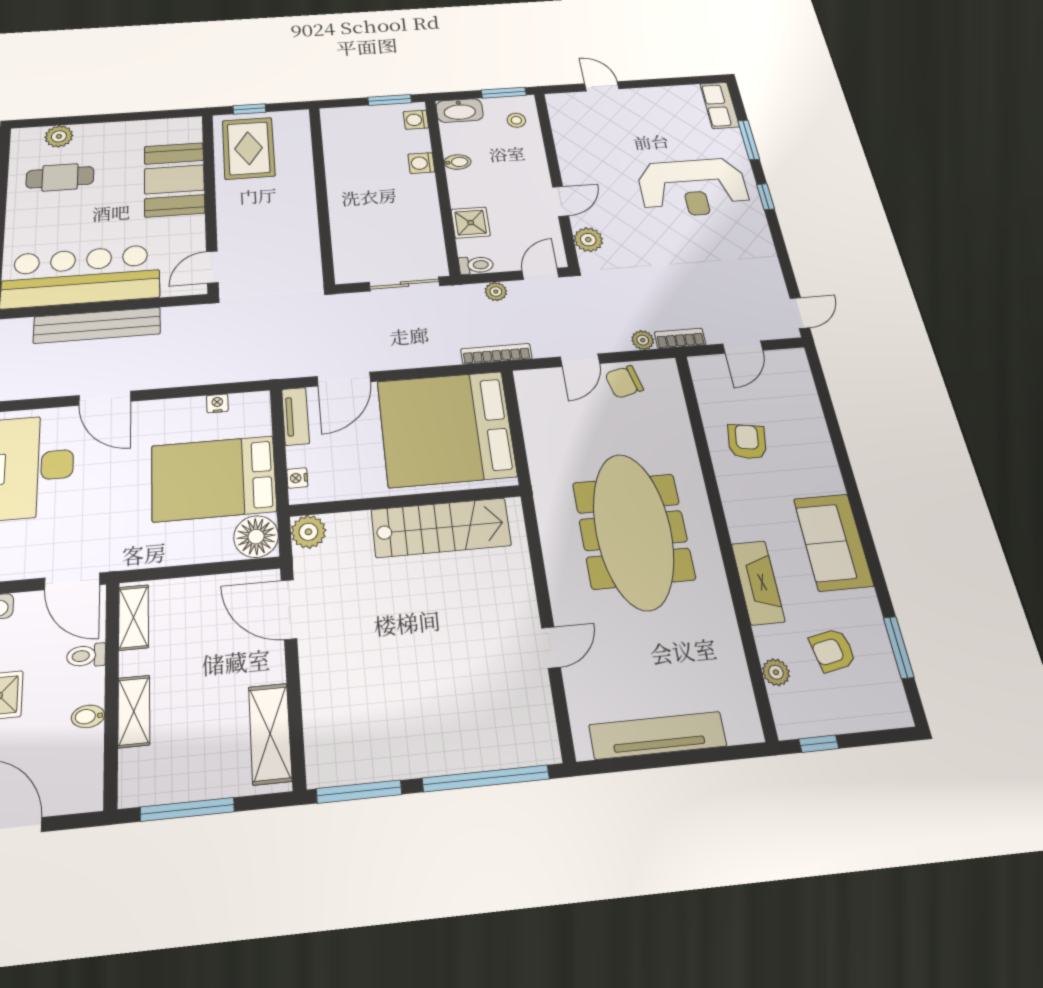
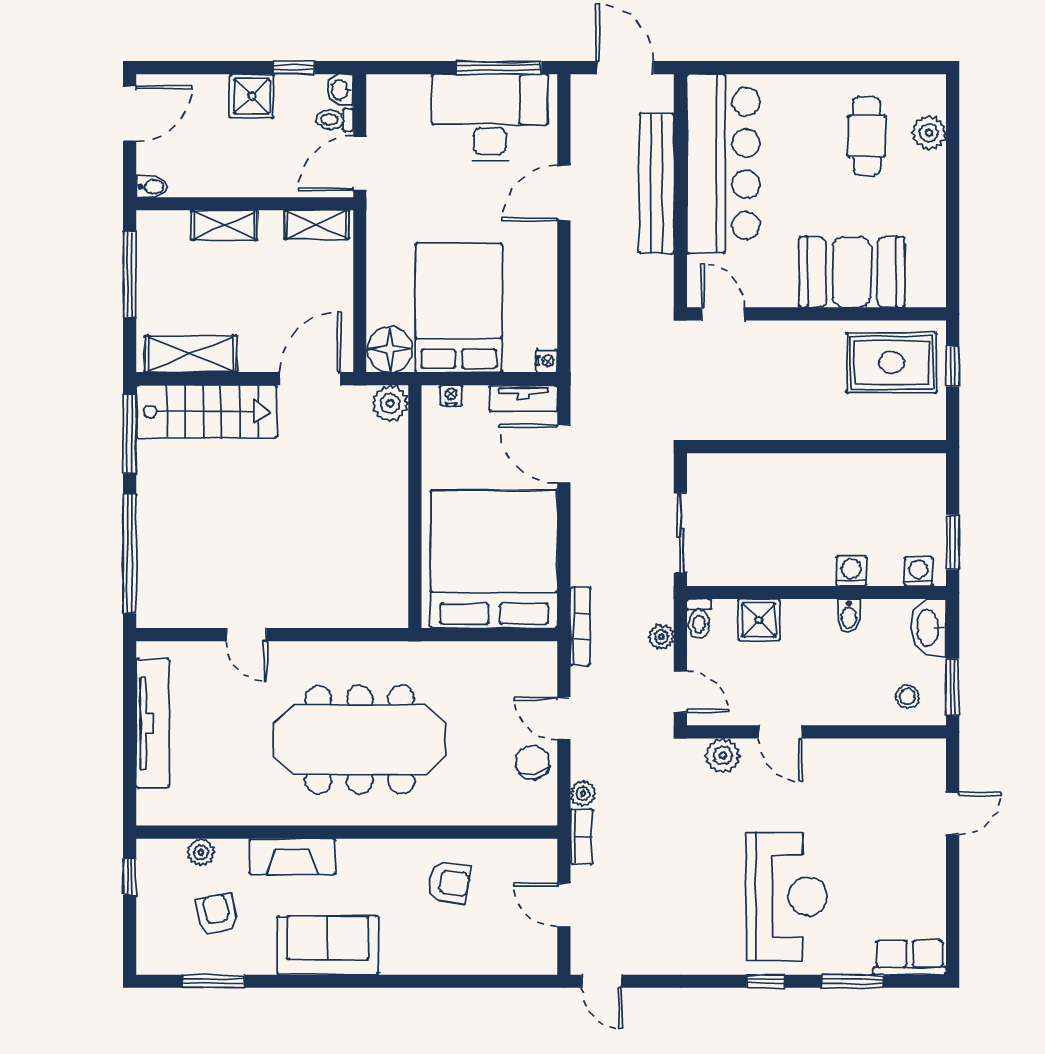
reception desk: (693, 188) -> (787, 896), turned 180
nightstand: (217, 403) -> (547, 361), moved
stairs: (441, 528) -> (206, 412), moved, turned -90
toilet: (86, 656) -> (335, 120), moved, turned -90
bidet: (88, 716) -> (152, 187), moved, turned 90

